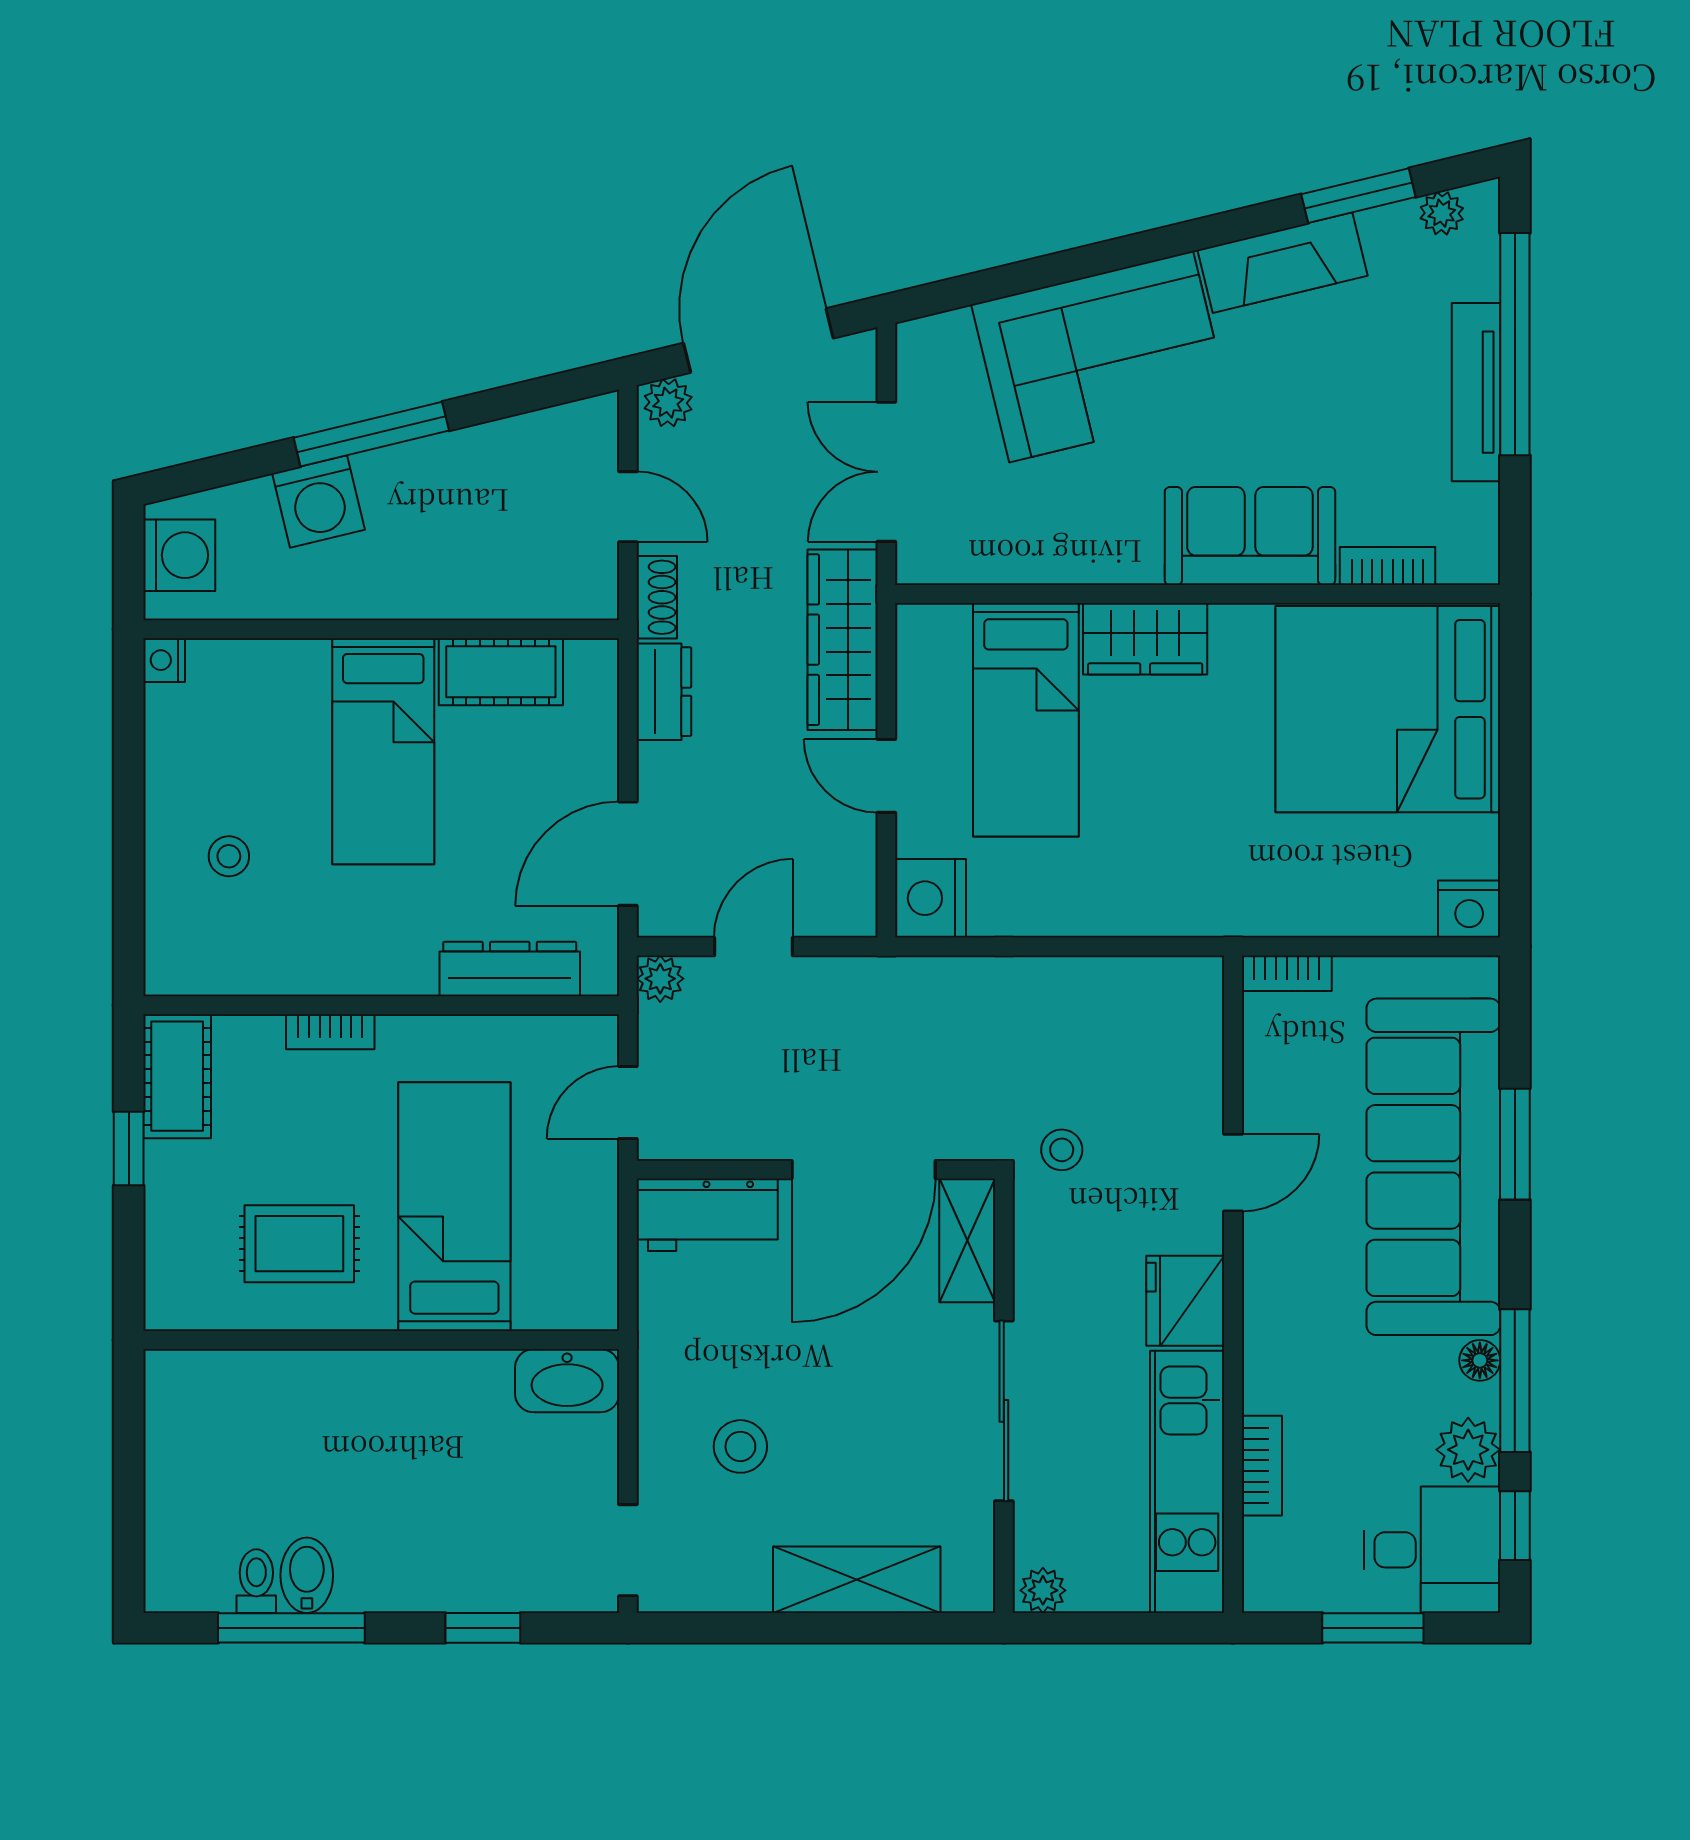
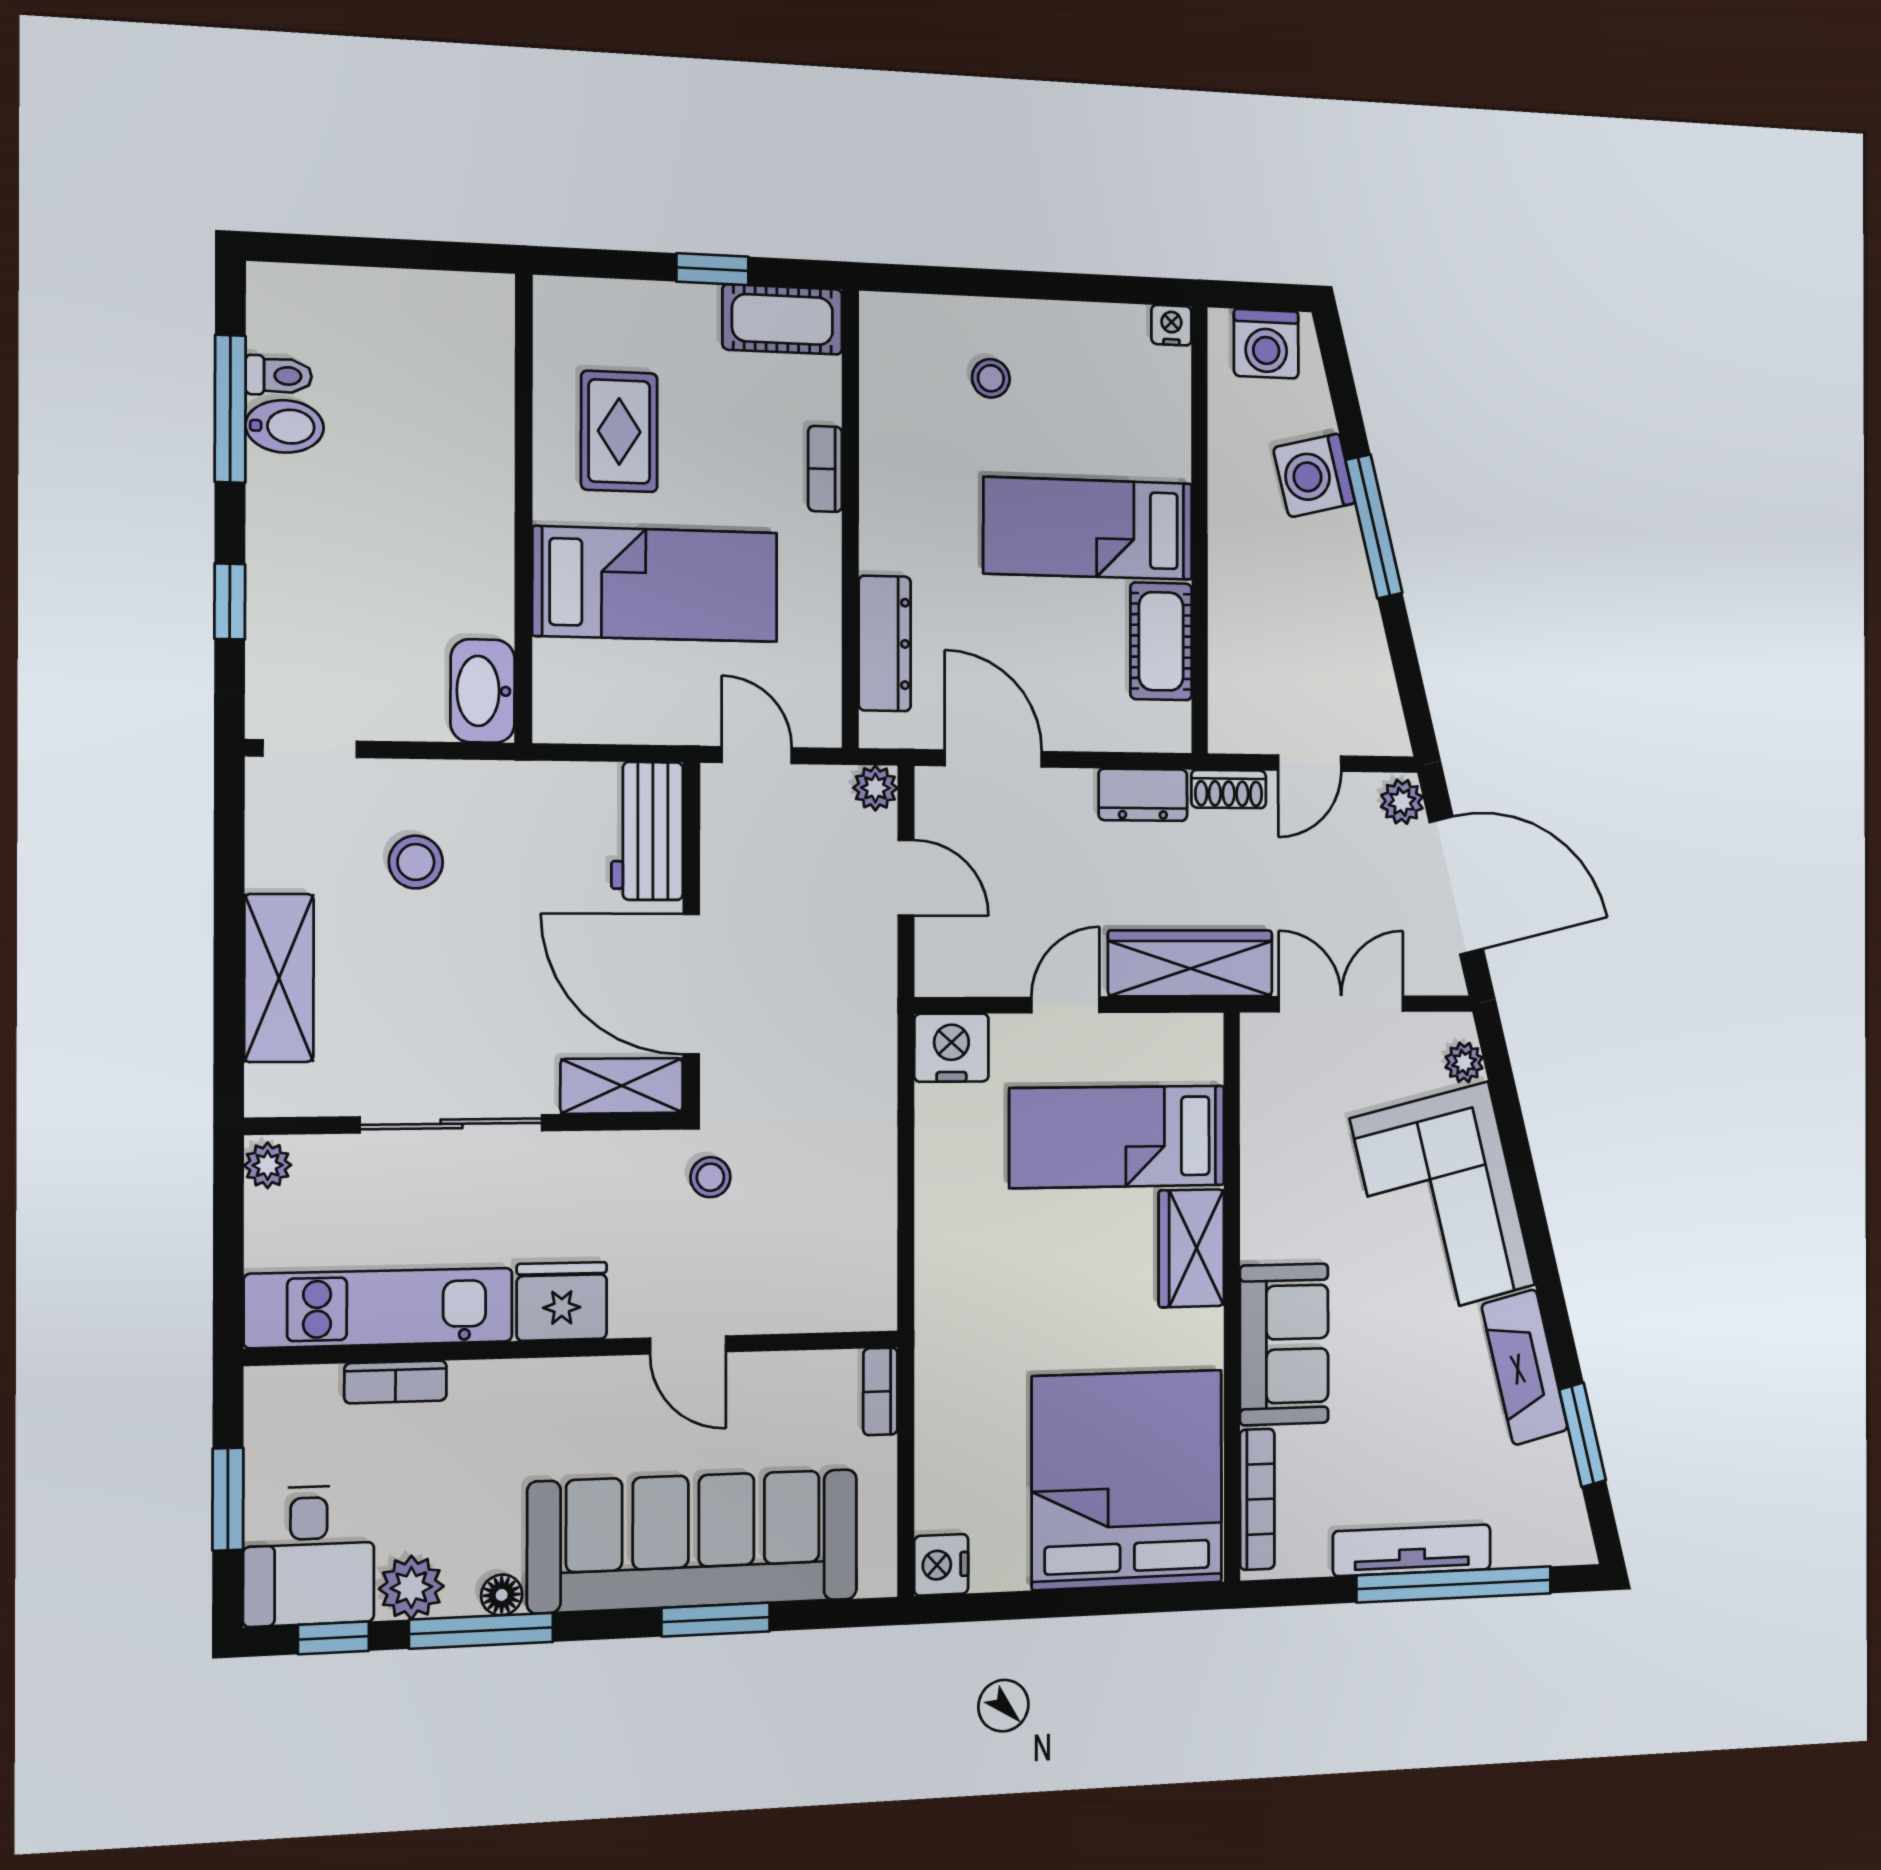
plant: (1442, 213) -> (1464, 1062), moved
bookcase: (1387, 566) -> (1257, 1499), width x1.56

